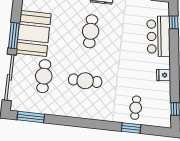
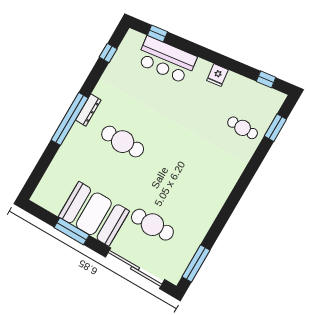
window: (14, 36) -> (72, 231), moved
cafe table: (85, 81) -> (181, 176), removed
window: (131, 128) -> (275, 128), moved

